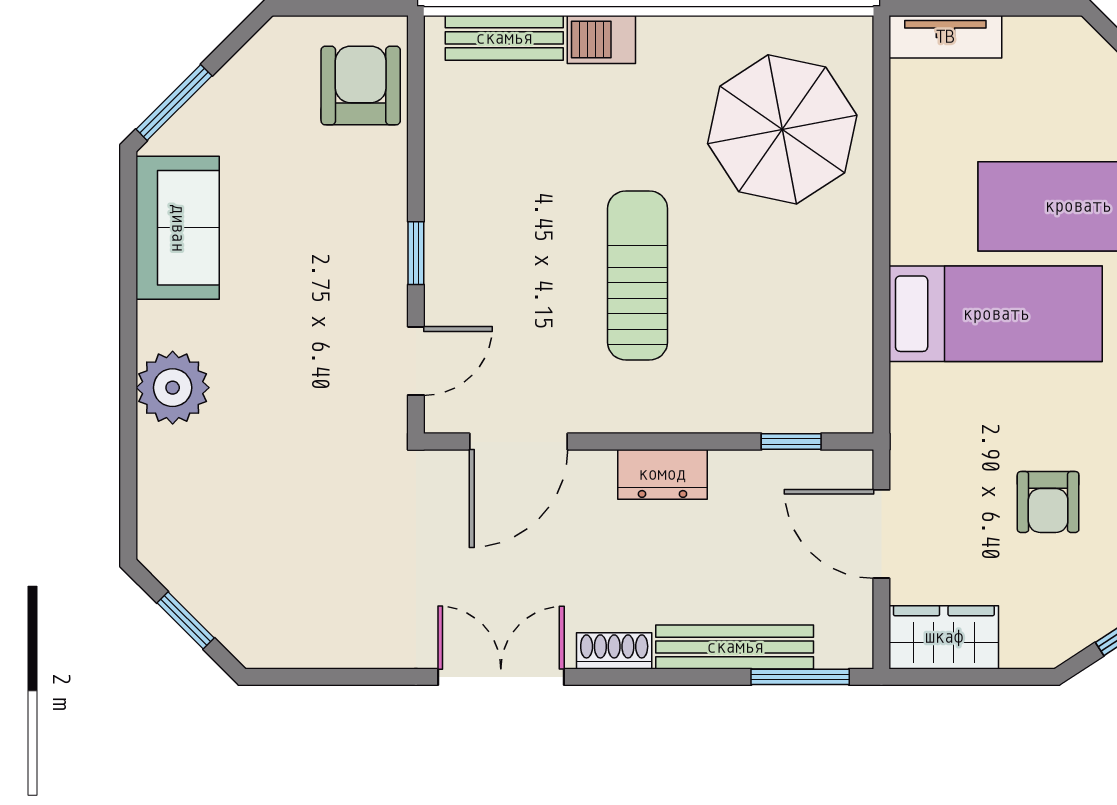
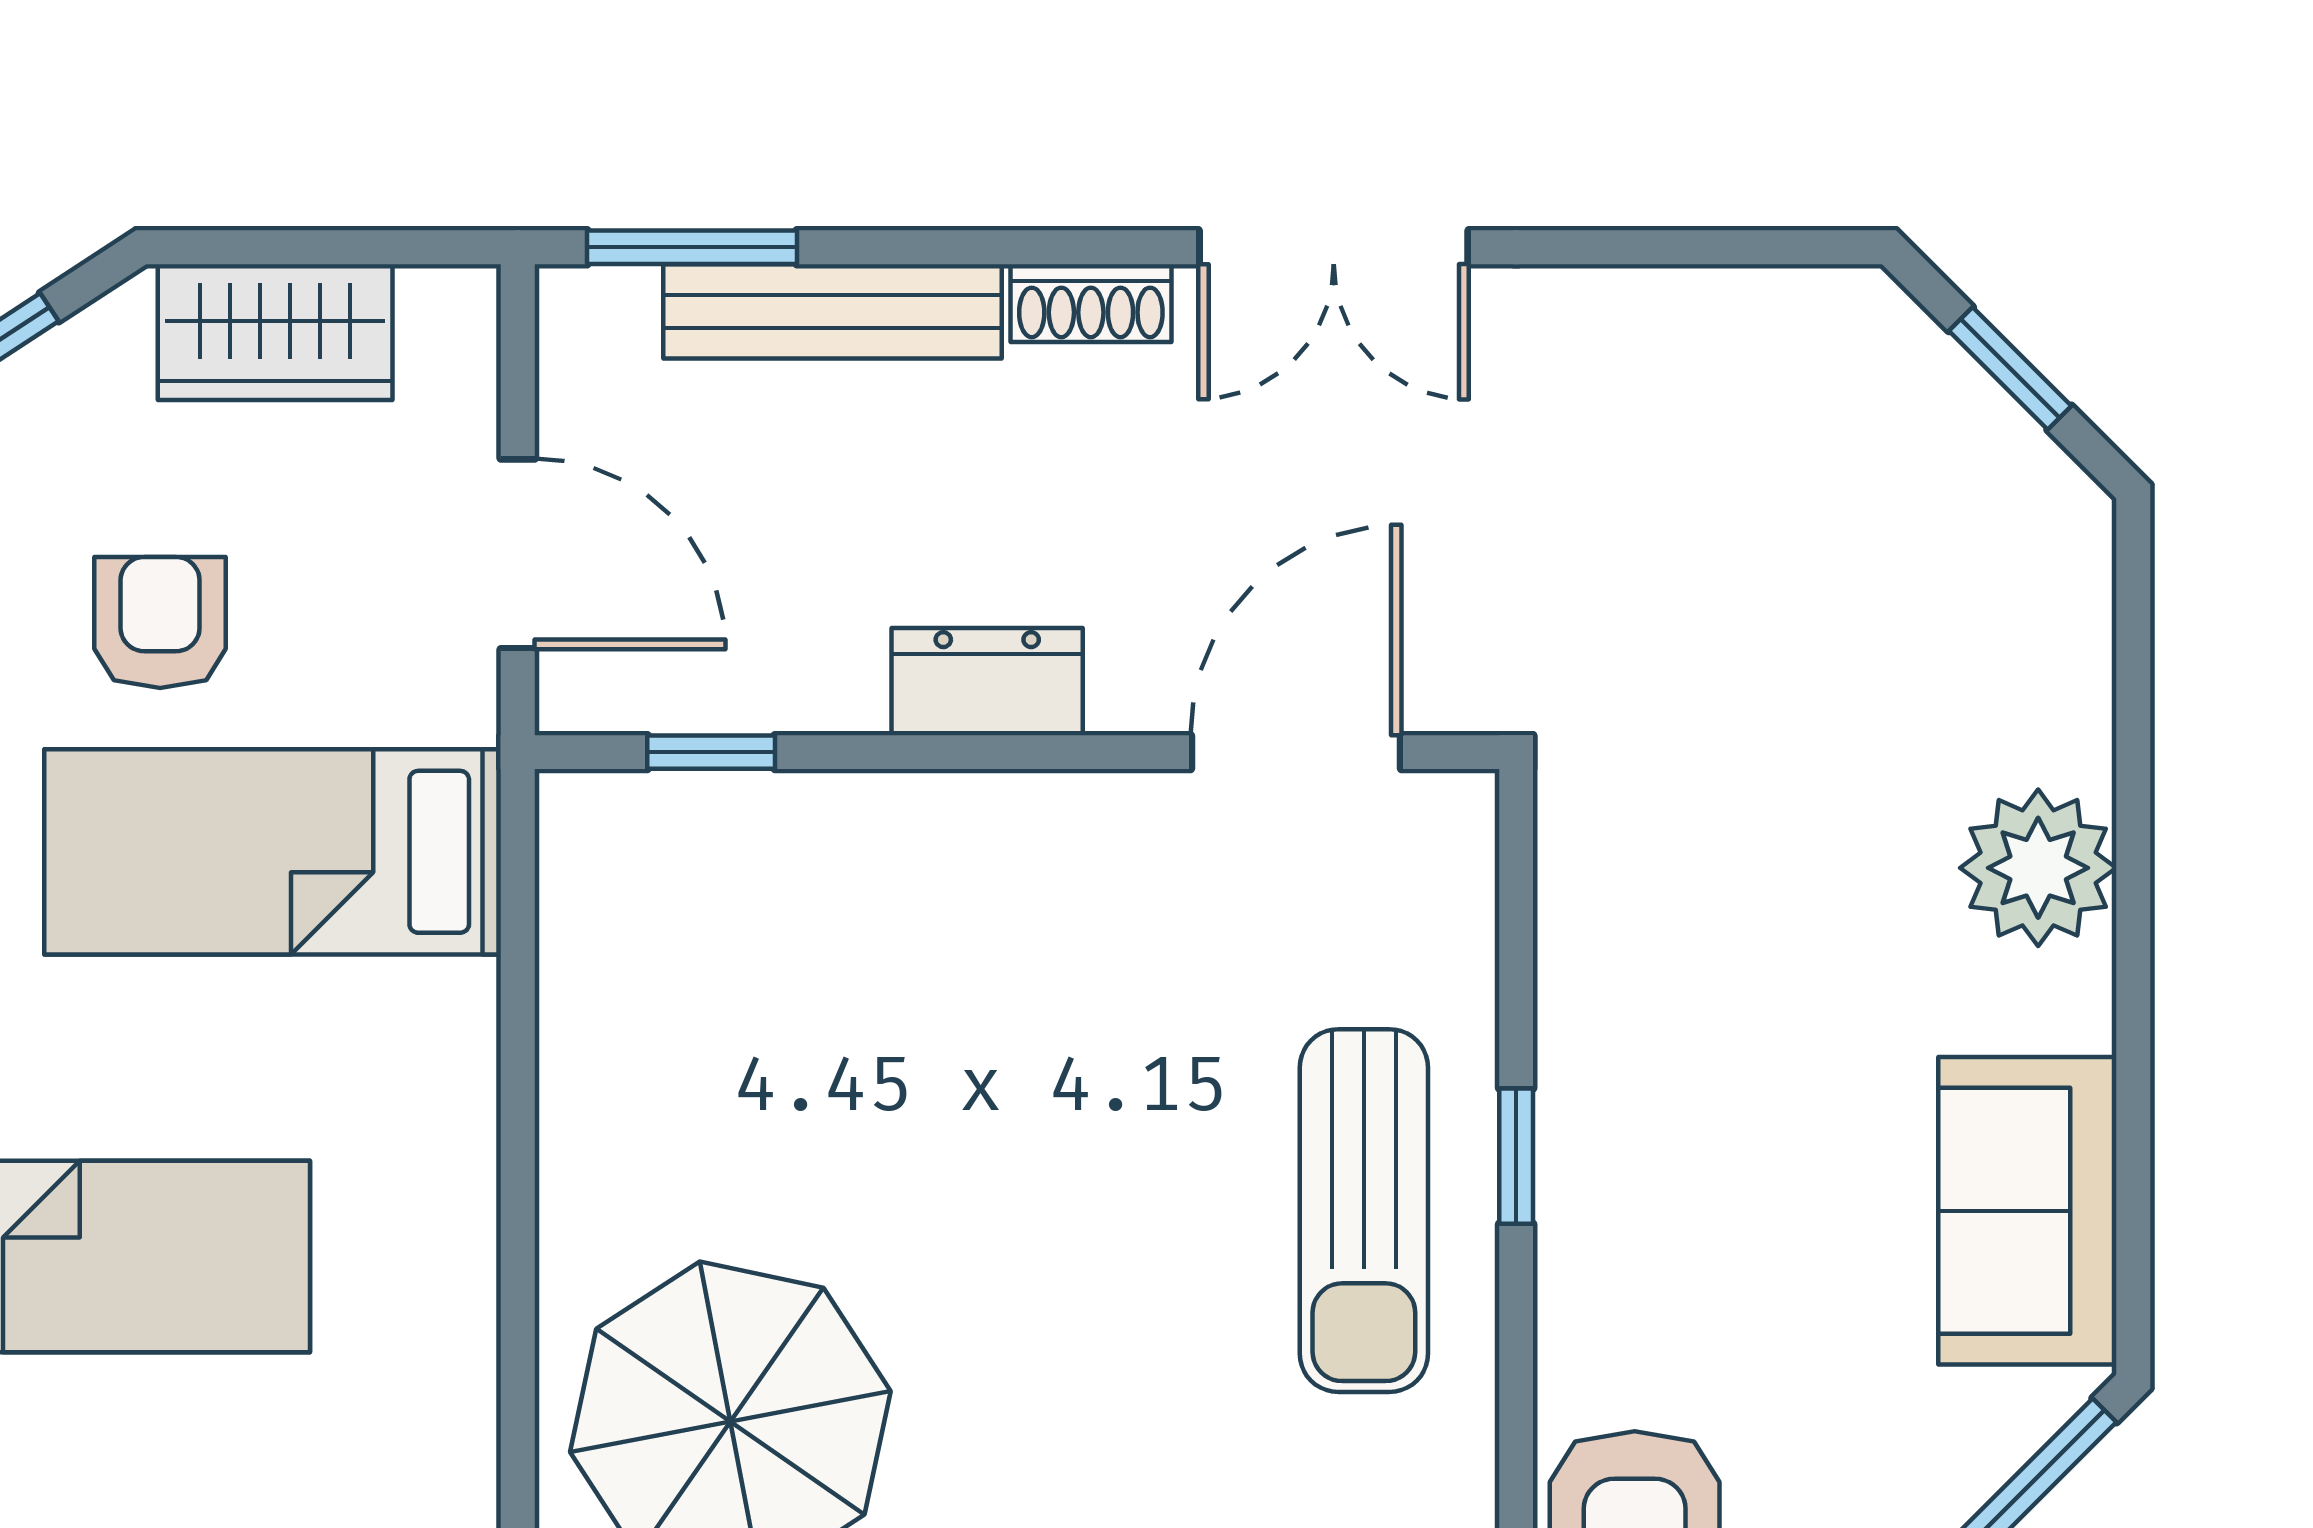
sun lounger: (638, 275) -> (1364, 1211), moved
bed: (996, 314) -> (273, 852), moved
door: (416, 361) -> (1516, 925), removed
wardrobe: (944, 637) -> (275, 332), moved

